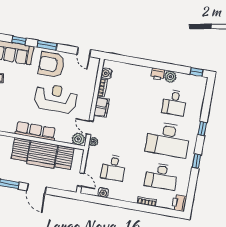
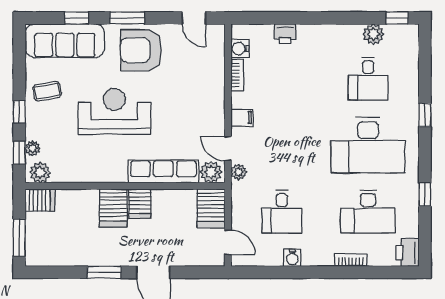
printer: (158, 74) -> (285, 34), moved
plant: (170, 77) -> (373, 34), moved
reception desk: (56, 98) -> (114, 111), moved
filing cabinet: (102, 107) -> (242, 118), width x0.50
row of seats: (35, 131) -> (163, 172), moved
server rack: (42, 154) -> (140, 204), width x0.46, depth x0.70
server rack: (64, 157) -> (211, 208), moved
window: (197, 161) -> (425, 194), moved
water cooler: (103, 192) -> (292, 258), moved

